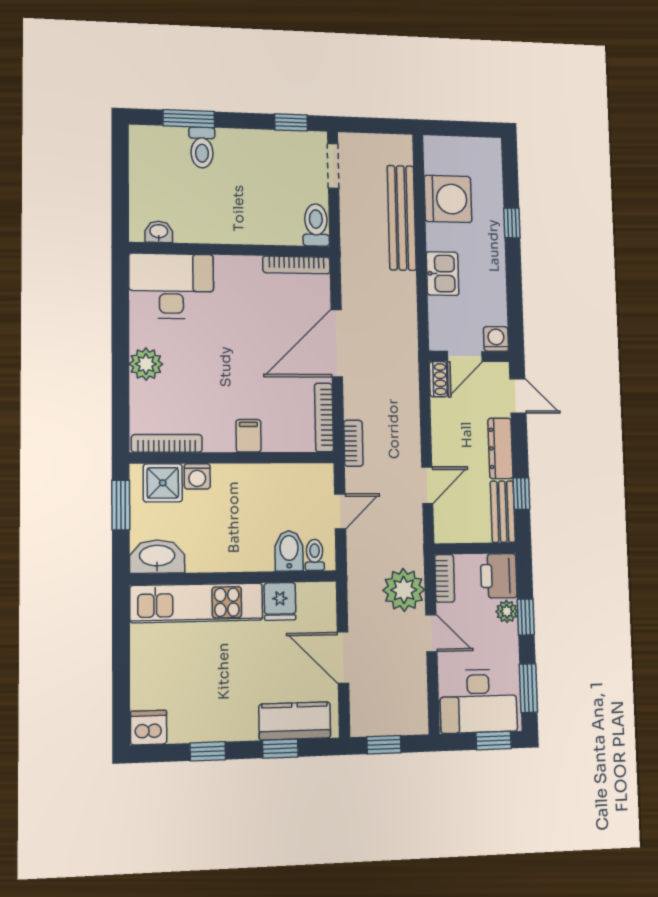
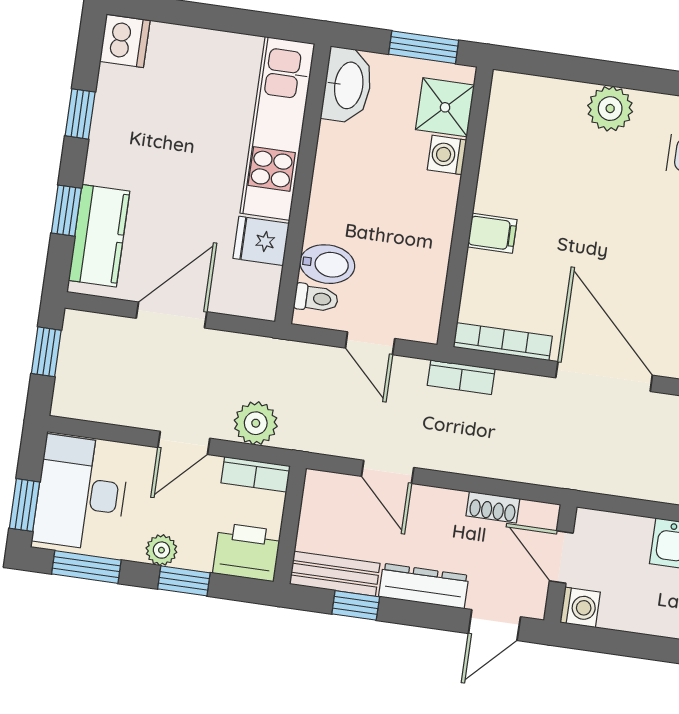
shoe rack: (438, 379) -> (493, 507), moved
bookcase: (167, 443) -> (498, 121), removed
plant: (404, 590) -> (256, 423), width x0.73, depth x0.73
plant: (507, 611) -> (161, 550), moved

